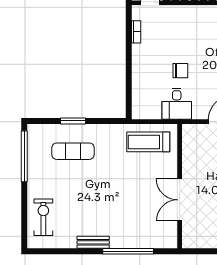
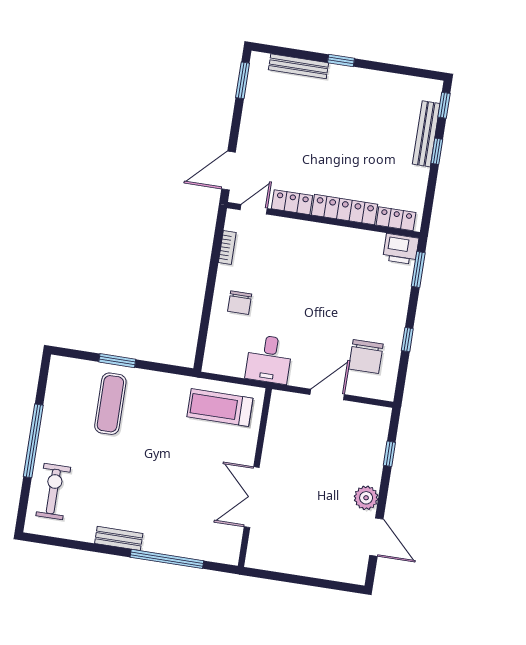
chair: (180, 71) -> (240, 303), moved, turned 90
exercise mat: (73, 151) -> (110, 404), turned 90
window: (24, 156) -> (33, 441), moved

